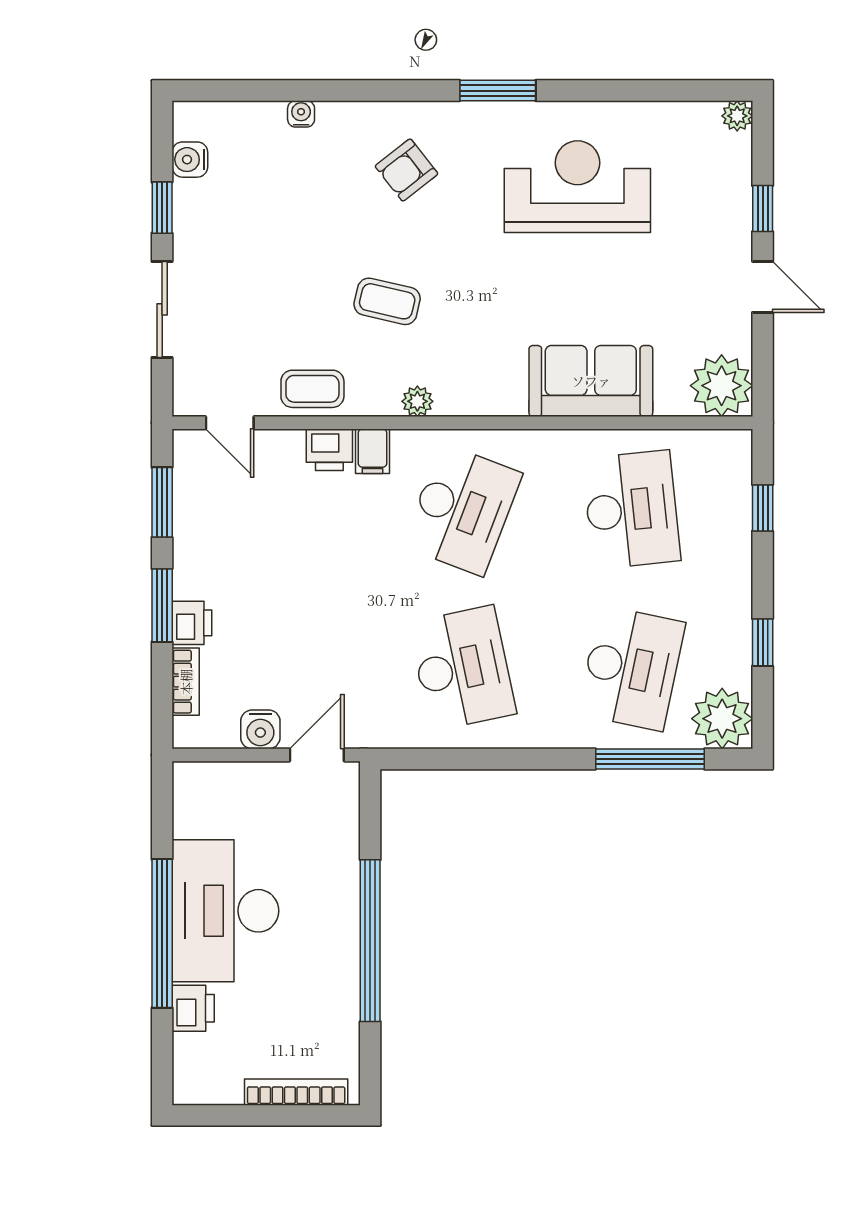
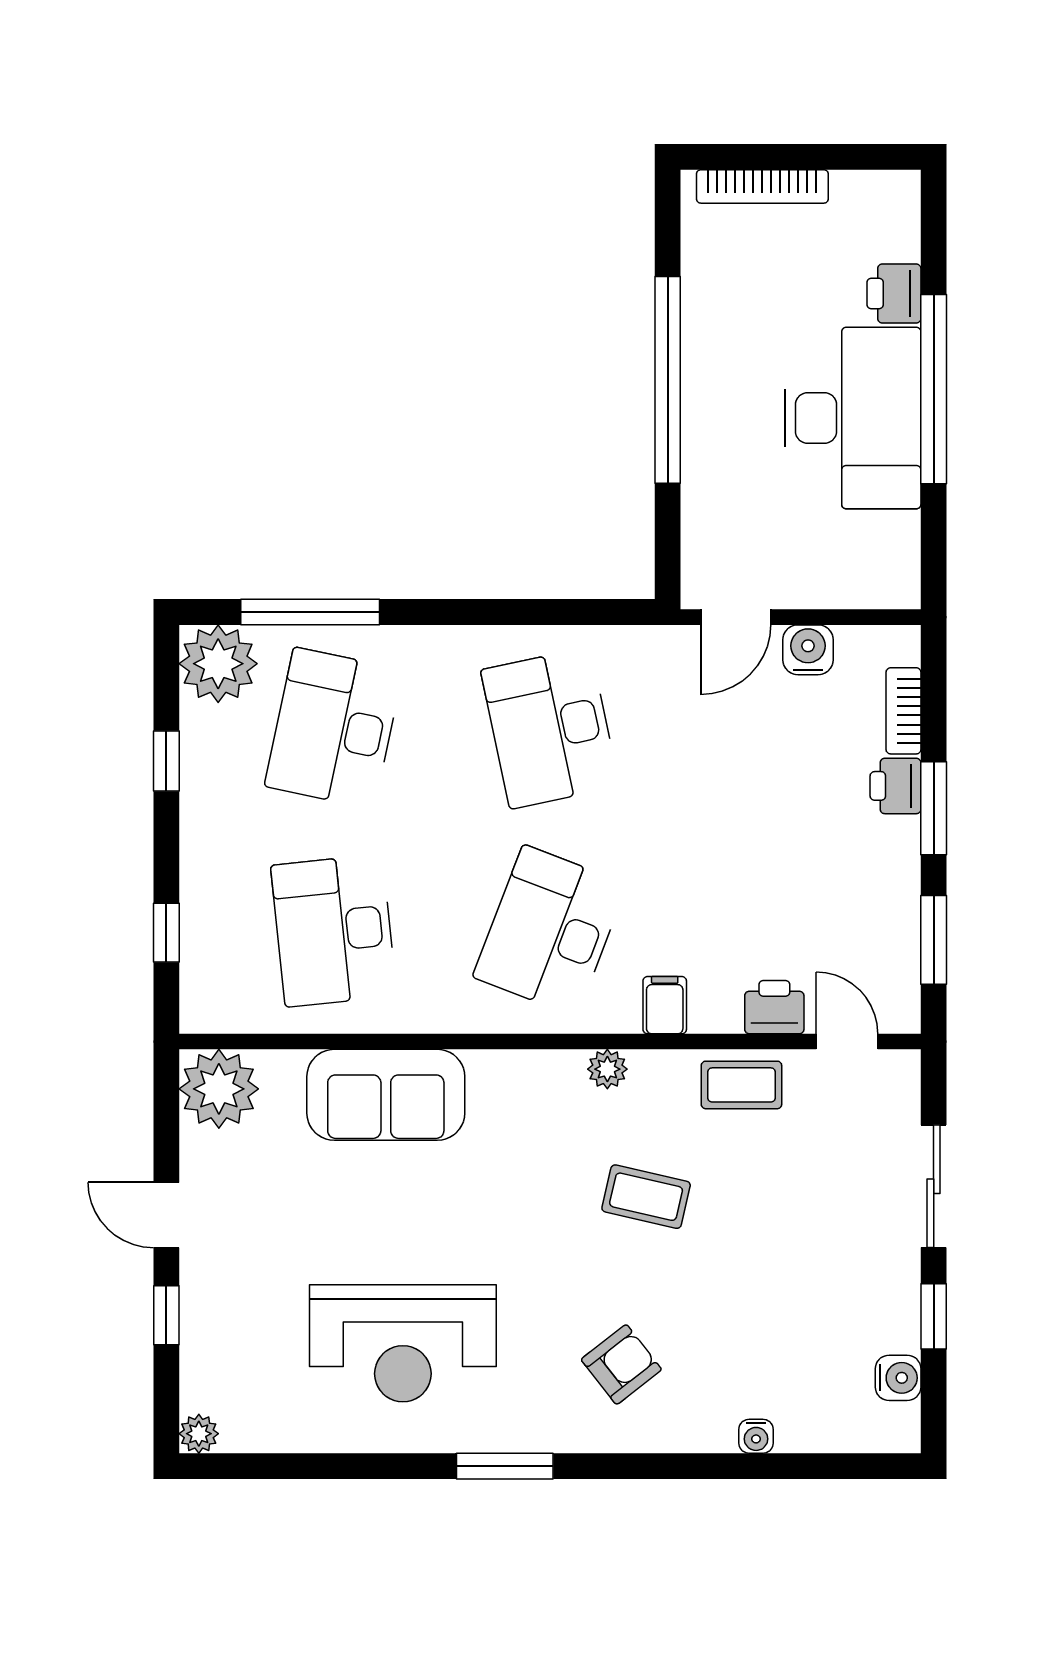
printer: (329, 450) -> (774, 1007), moved

